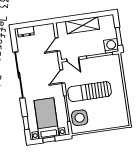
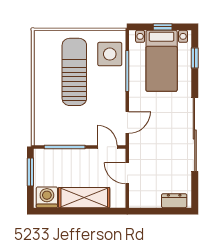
door: (58, 45) -> (127, 173), swing flipped
washing machine: (111, 46) -> (47, 197), moved, turned 180
sun lounger: (90, 92) -> (74, 72), moved, turned -90

